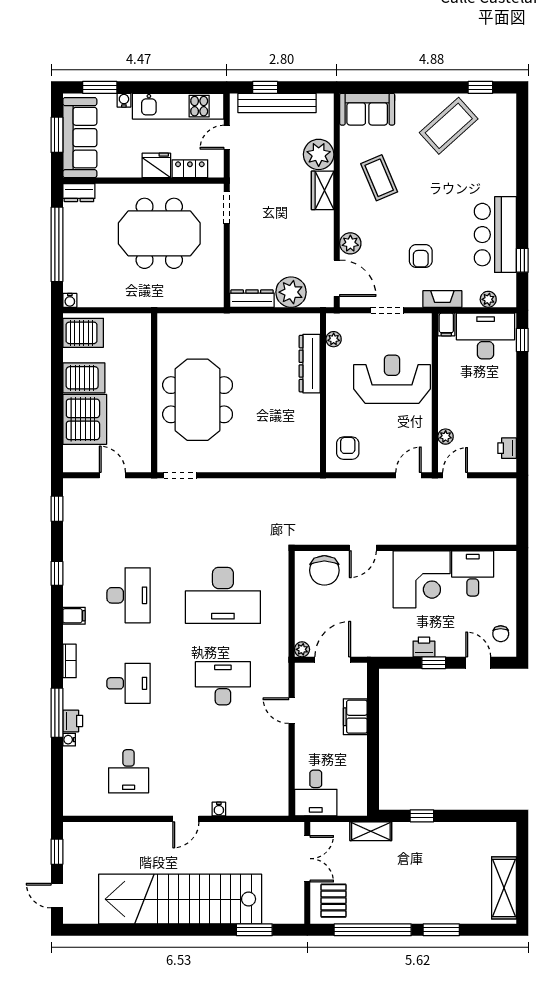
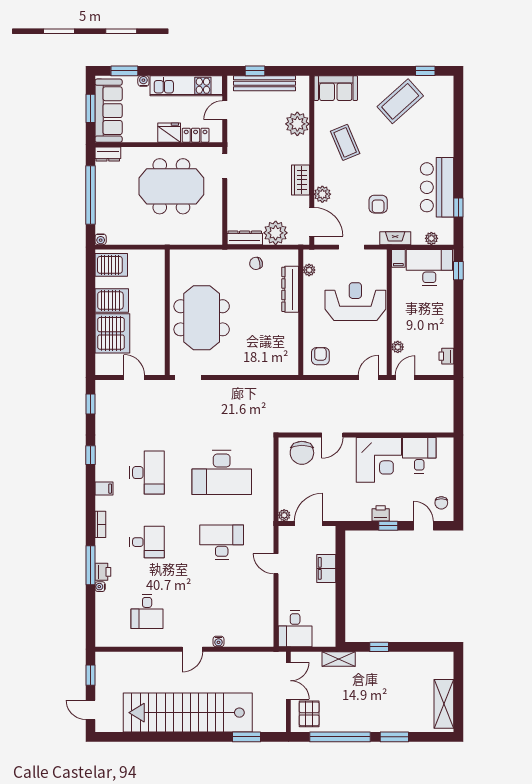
wardrobe: (323, 190) -> (301, 180), moved
chair: (266, 331) -> (256, 263), added

